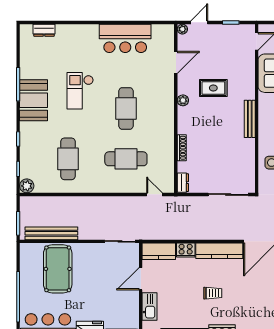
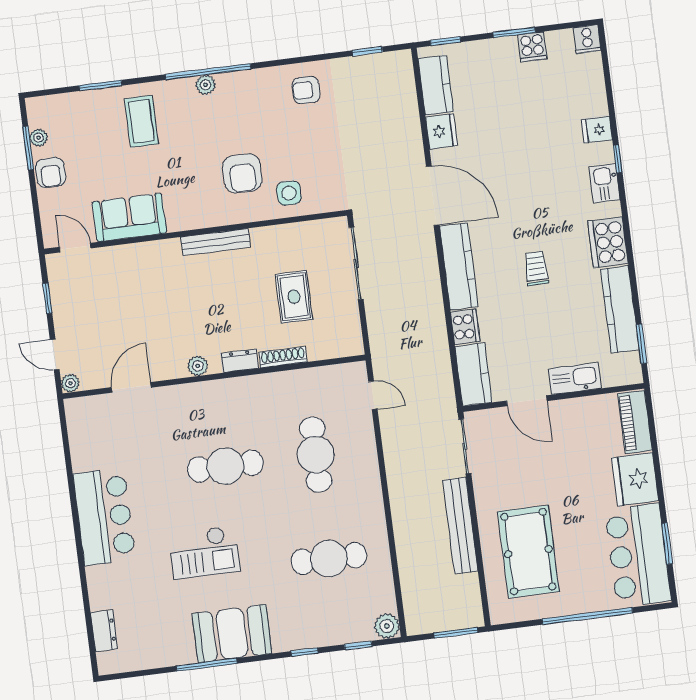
bar counter: (125, 38) -> (104, 517), moved
door: (176, 62) -> (131, 387), hinge flipped
rug: (213, 88) -> (294, 297), moved
dresser: (183, 183) -> (240, 361), moved
door: (155, 194) -> (373, 395), swing flipped
bench: (51, 233) -> (460, 526), moved
pool table: (58, 269) -> (528, 552), turned 90

